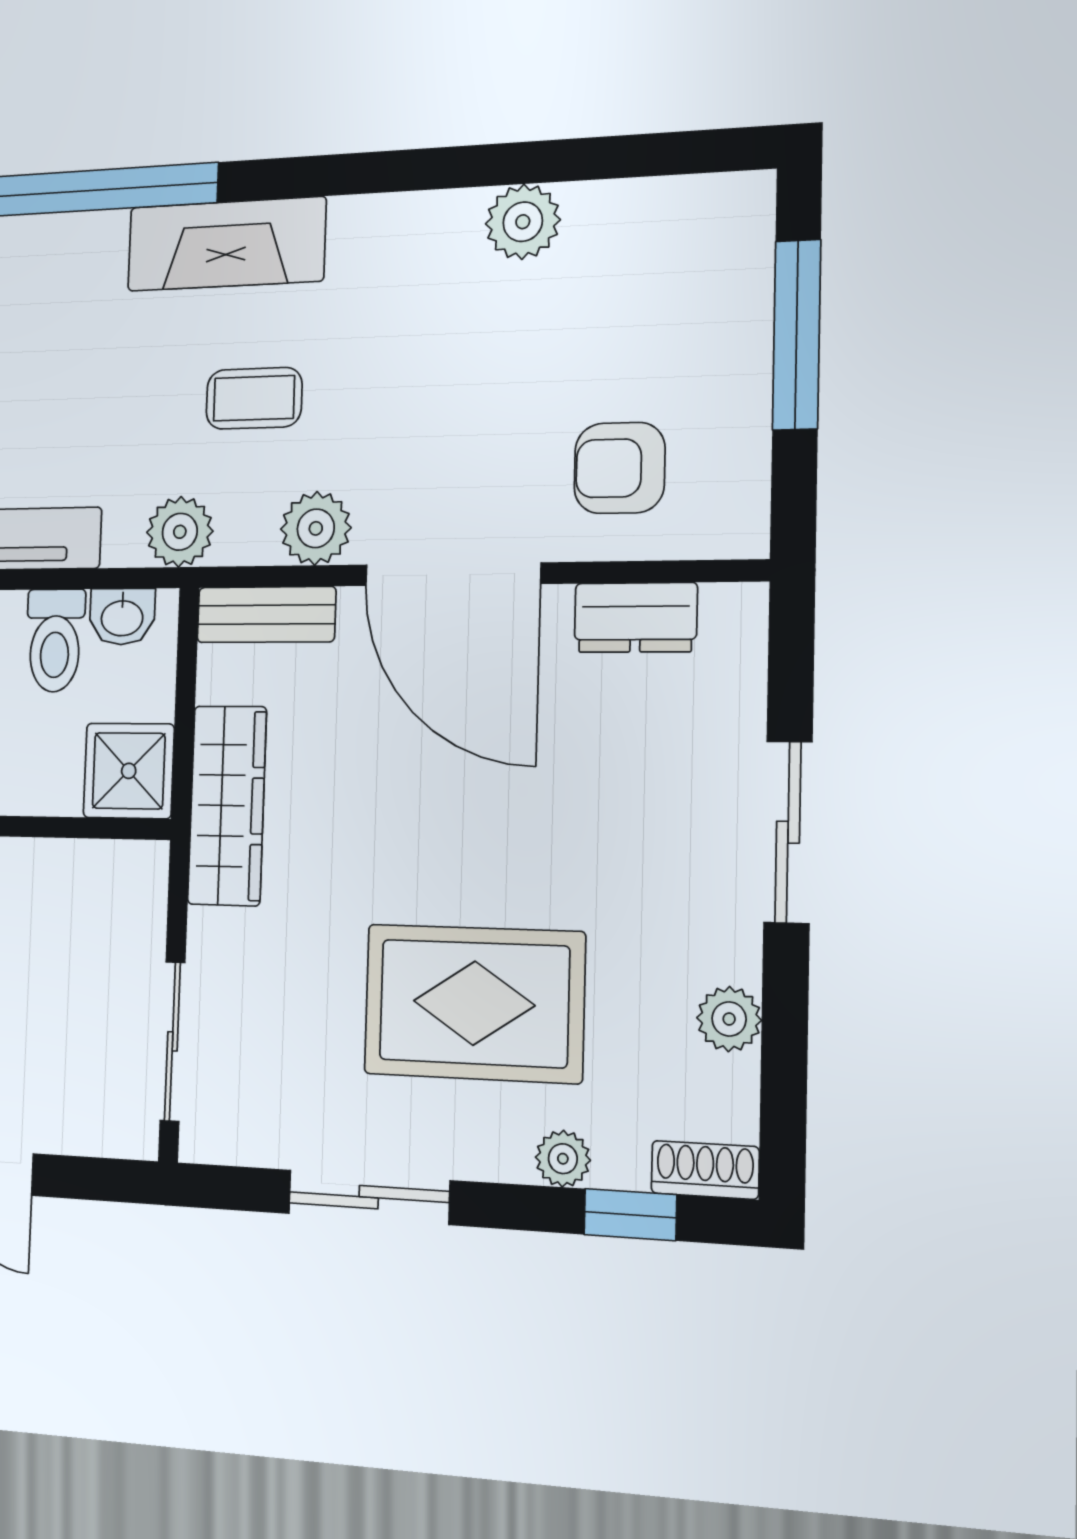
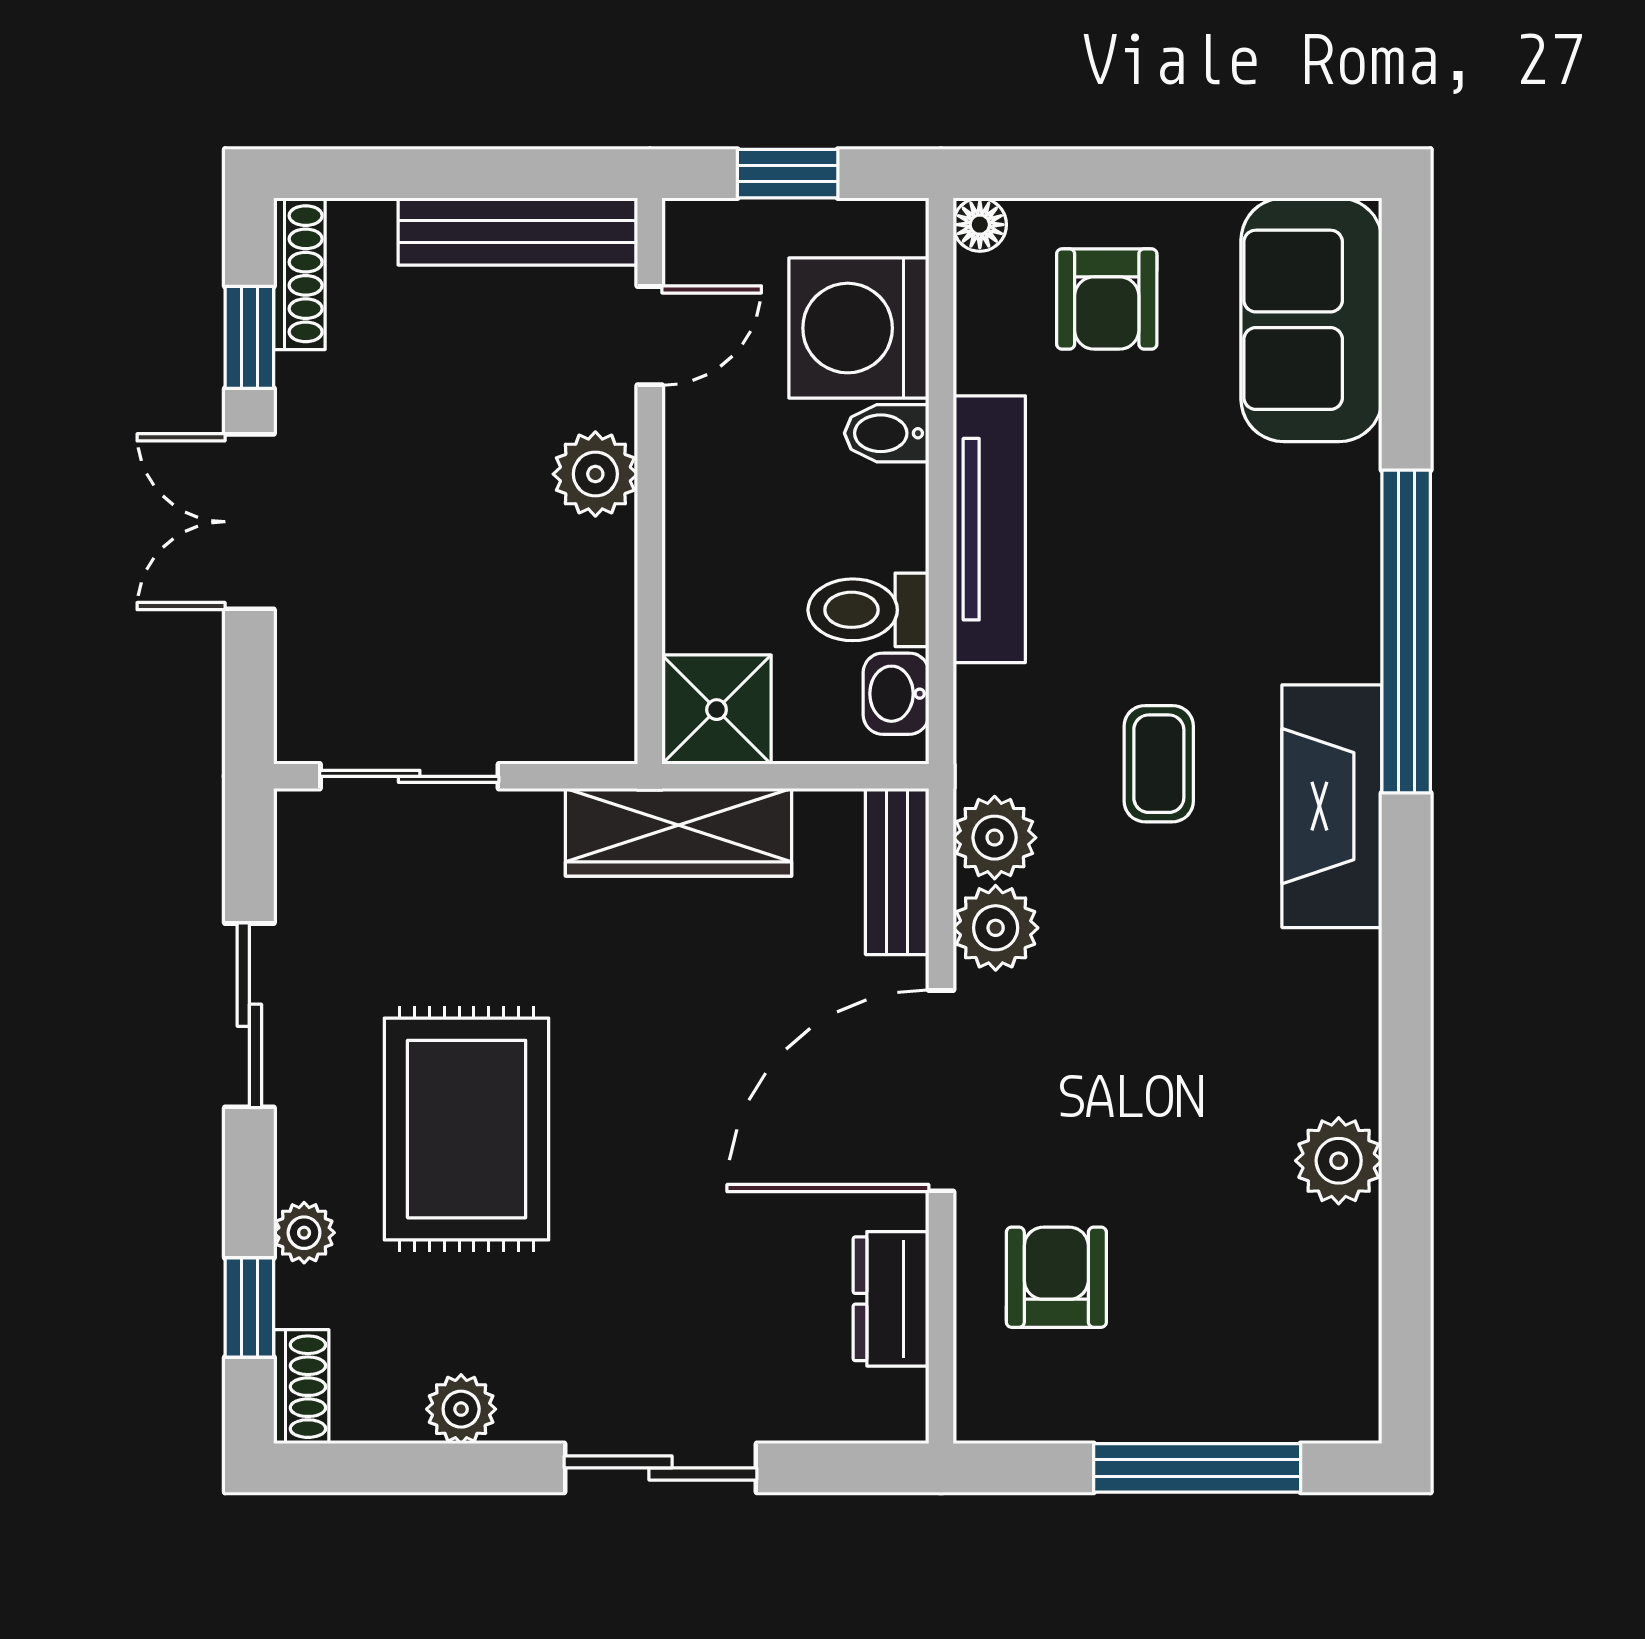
coffee table: (254, 398) -> (1159, 764), moved
plant: (180, 532) -> (995, 838), moved

